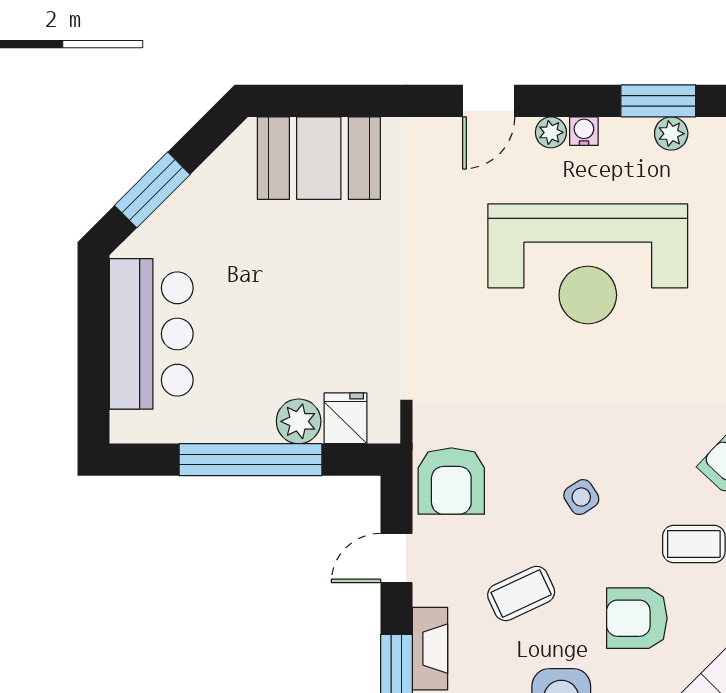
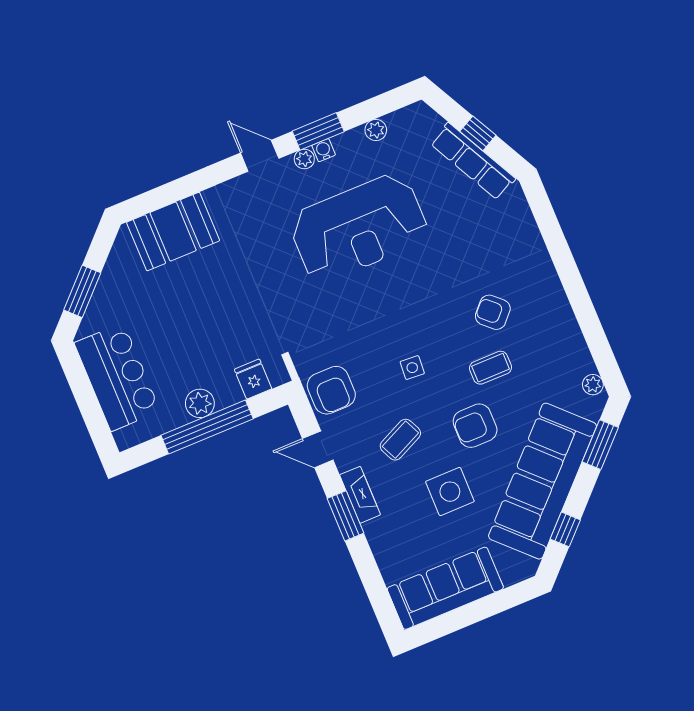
door: (489, 101) -> (260, 156), swing flipped
window: (658, 101) -> (318, 131), moved
plant: (299, 421) -> (200, 403), moved
side table: (581, 497) -> (412, 368), turned 37
door: (396, 558) -> (318, 449), hinge flipped

